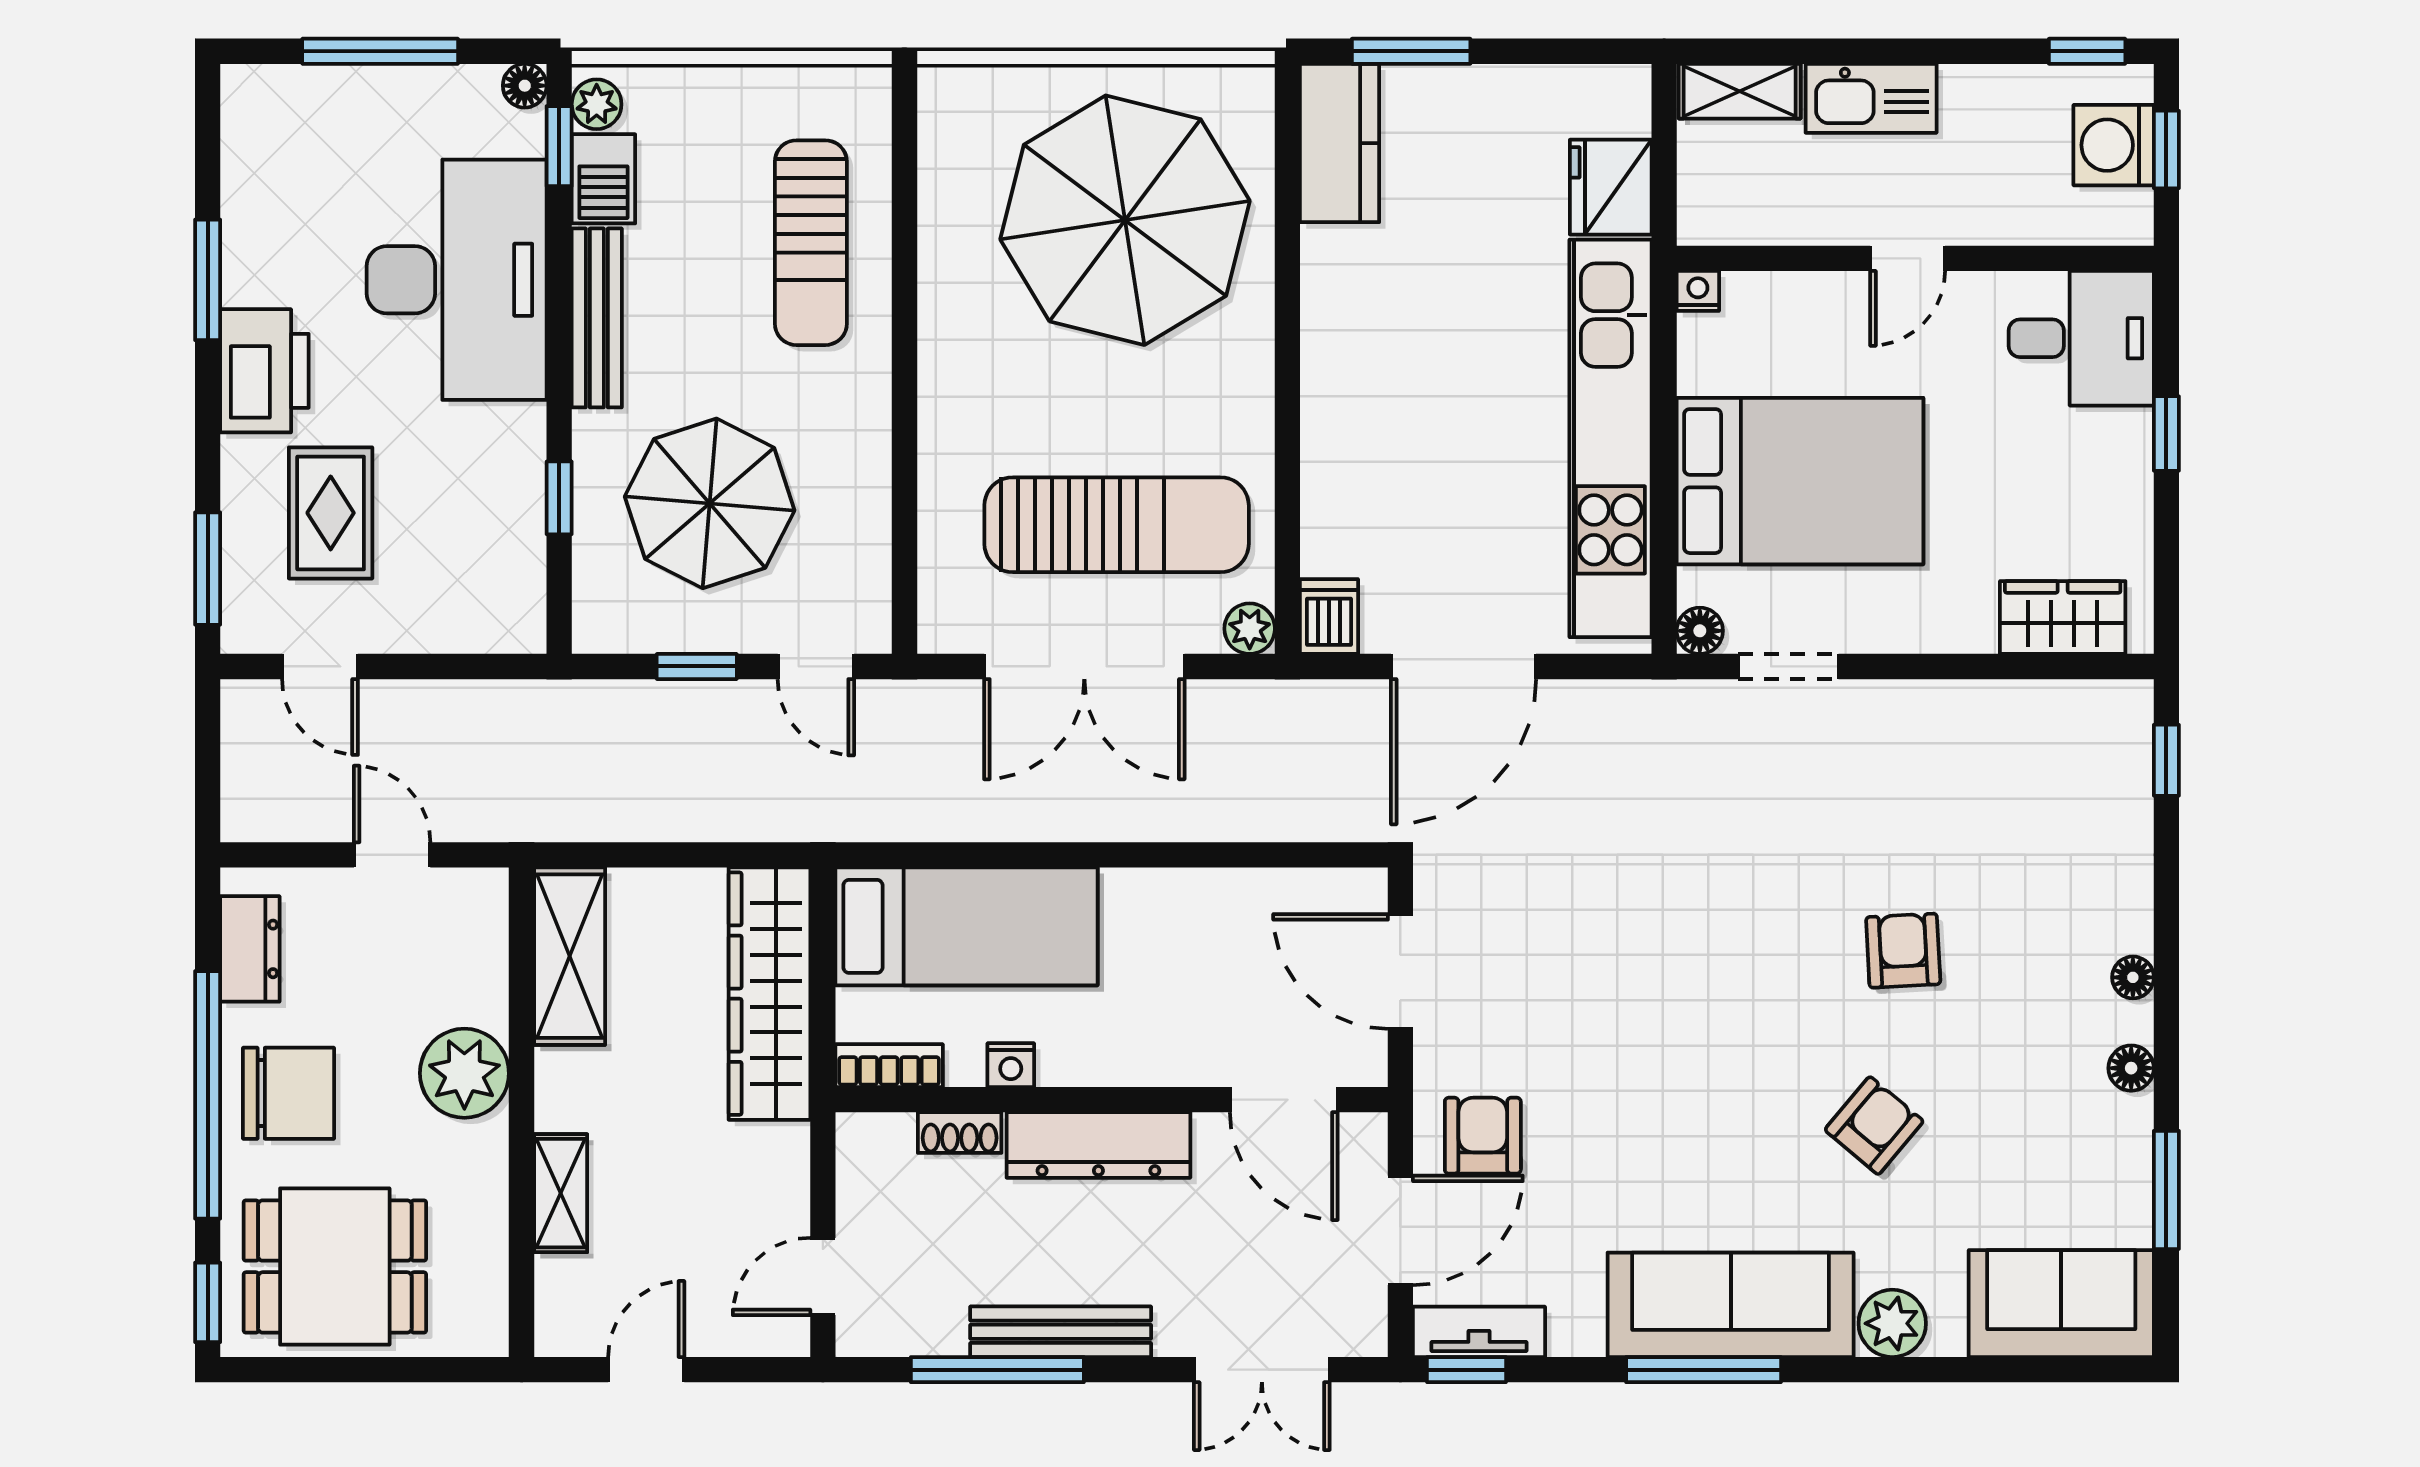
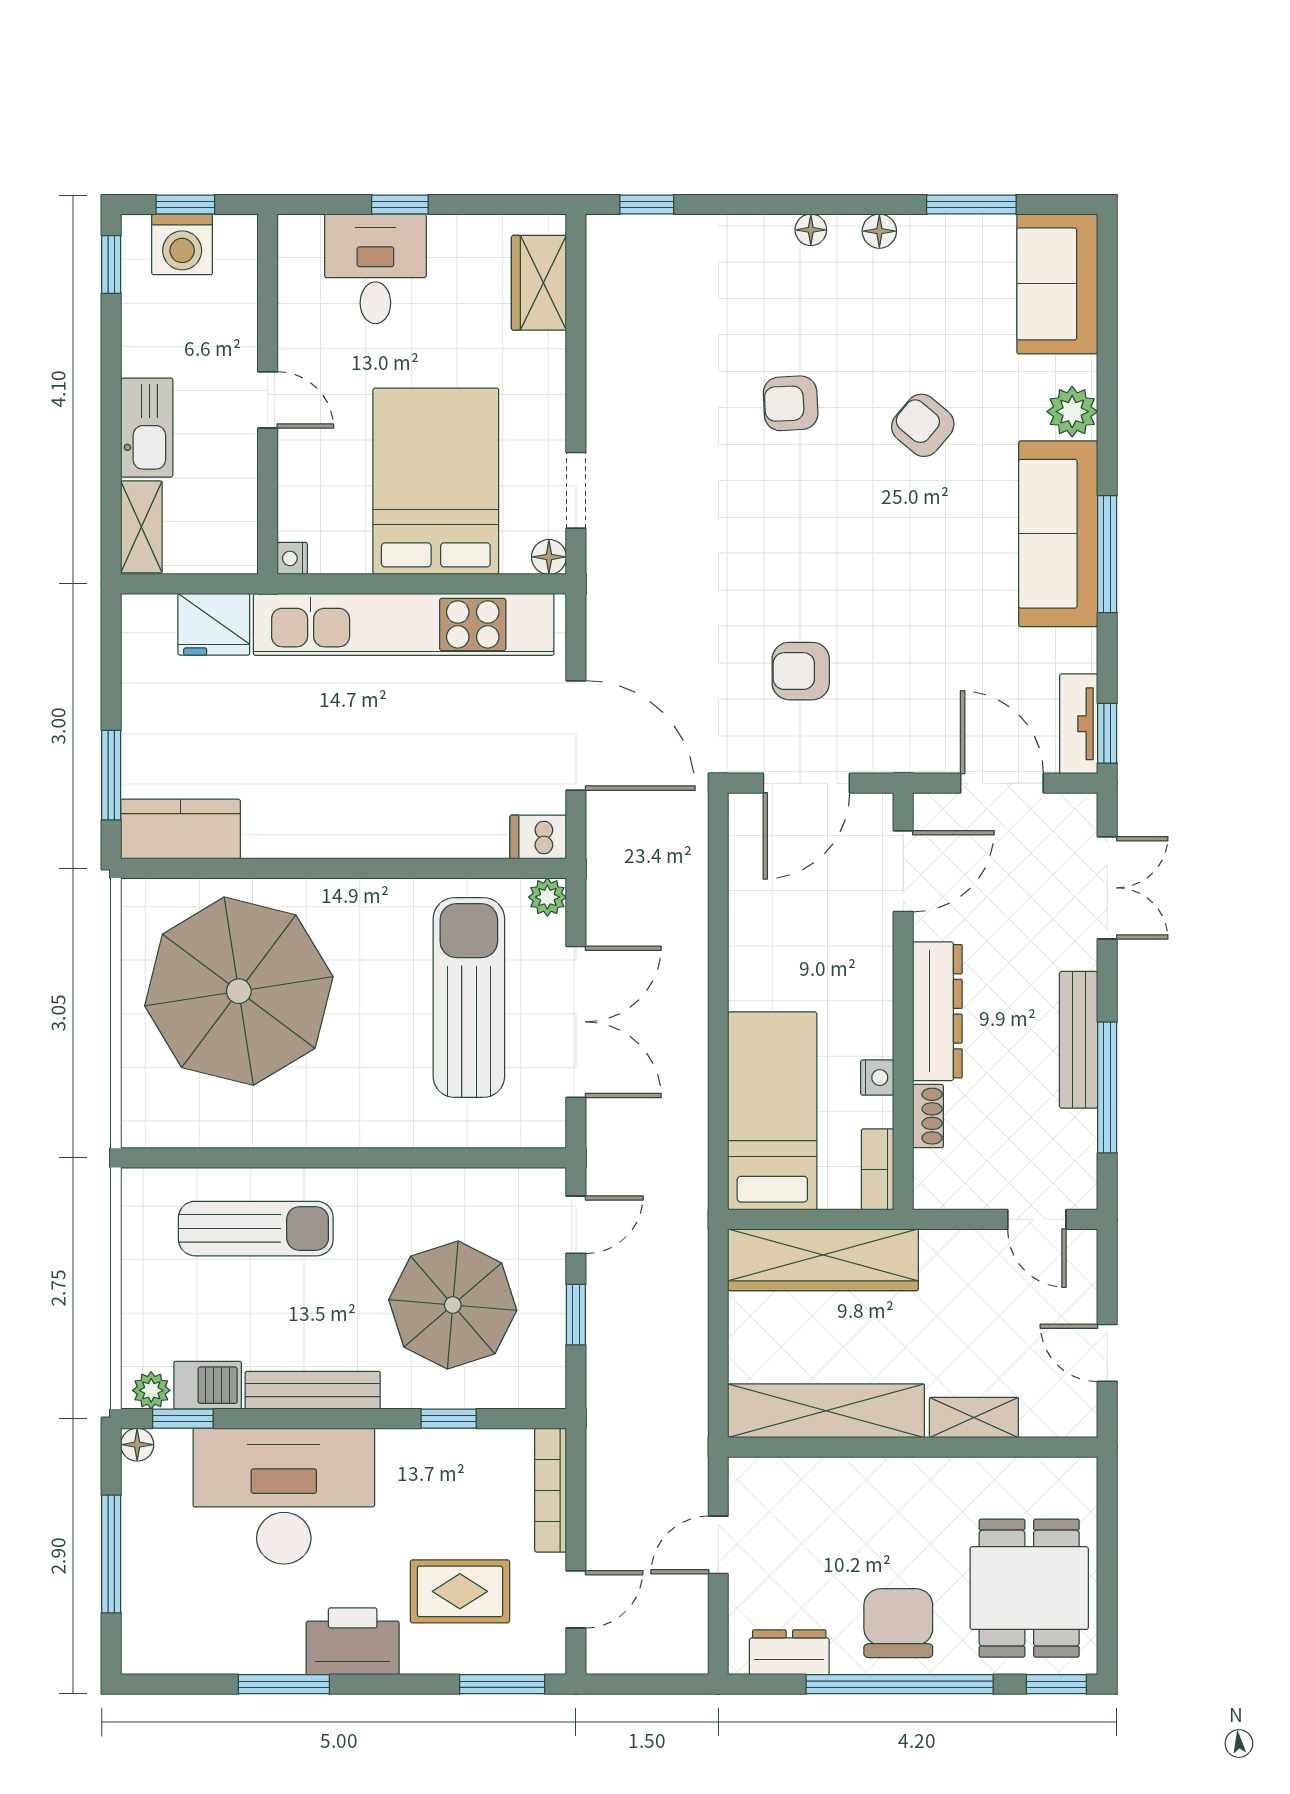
desk: (2081, 338) -> (375, 269), moved
bookcase: (465, 633) -> (551, 1490), added
shelving: (570, 956) -> (826, 1411), width x1.47
plant: (464, 1073) -> (883, 1490), removed
armchair: (1483, 1136) -> (801, 671), moved

